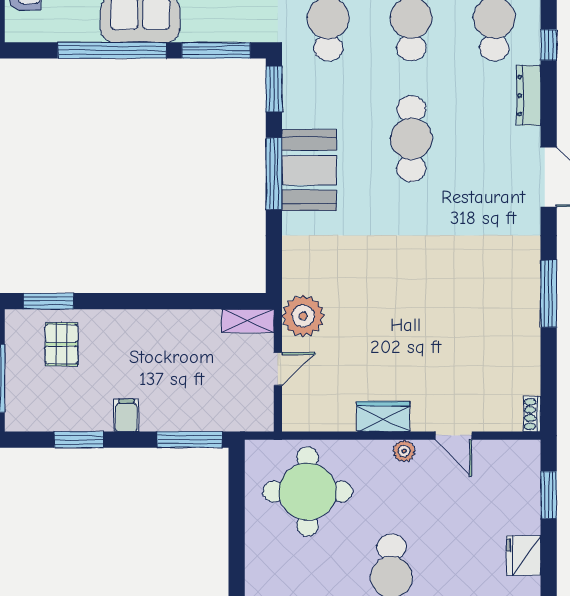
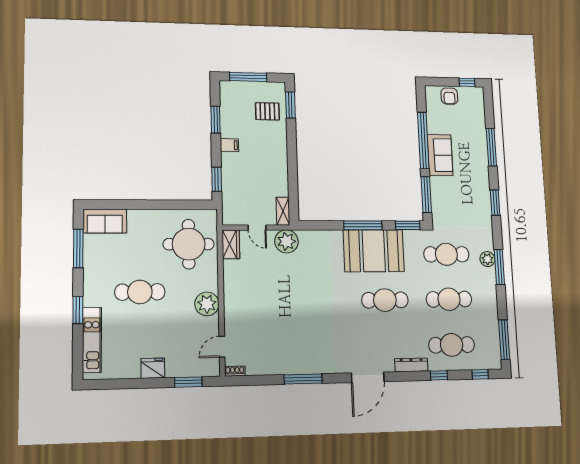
booth: (309, 170) -> (374, 251), width x1.36, depth x1.42
wardrobe: (383, 416) -> (231, 244), moved
door: (454, 436) -> (222, 347), moved
window: (190, 440) -> (217, 179), width x0.69
plant: (404, 451) -> (207, 304), width x1.88, depth x1.88

